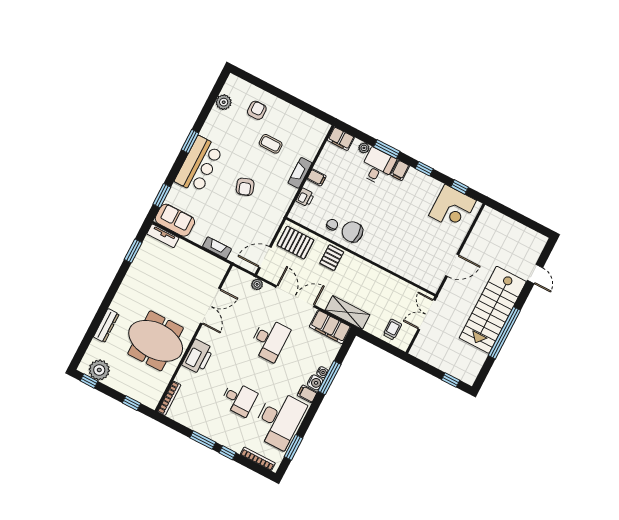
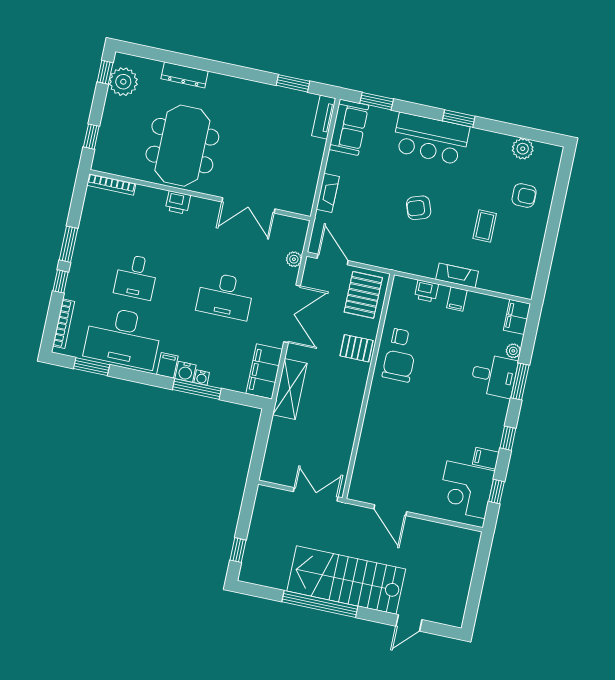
filing cabinet: (400, 170) -> (486, 458), moved
trolley: (392, 329) -> (284, 454), removed
printer: (198, 357) -> (178, 202), width x0.53, depth x0.68

